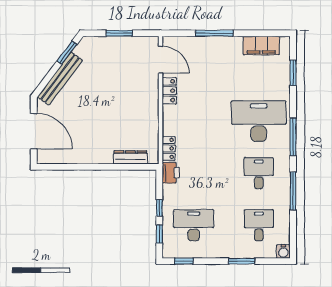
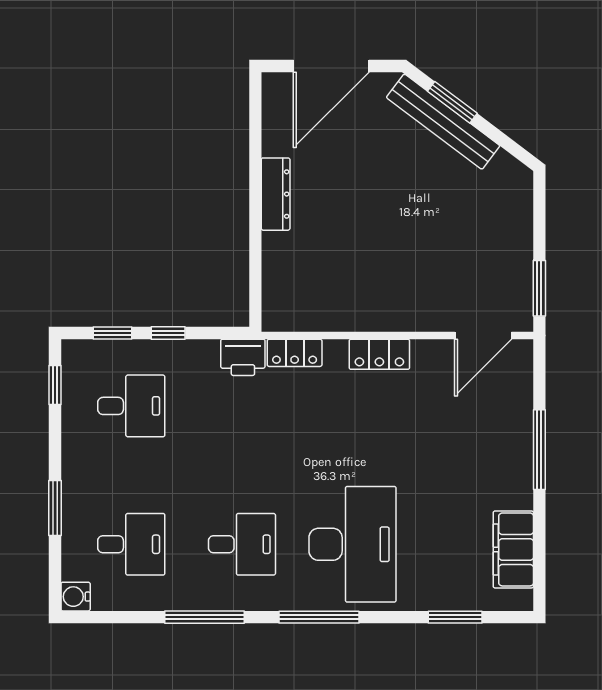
window: (119, 33) -> (539, 288), moved
window: (67, 53) -> (452, 102), moved
locker: (169, 91) -> (379, 354), moved
dresser: (130, 157) -> (276, 194), moved
desk: (194, 225) -> (131, 406), width x0.73

